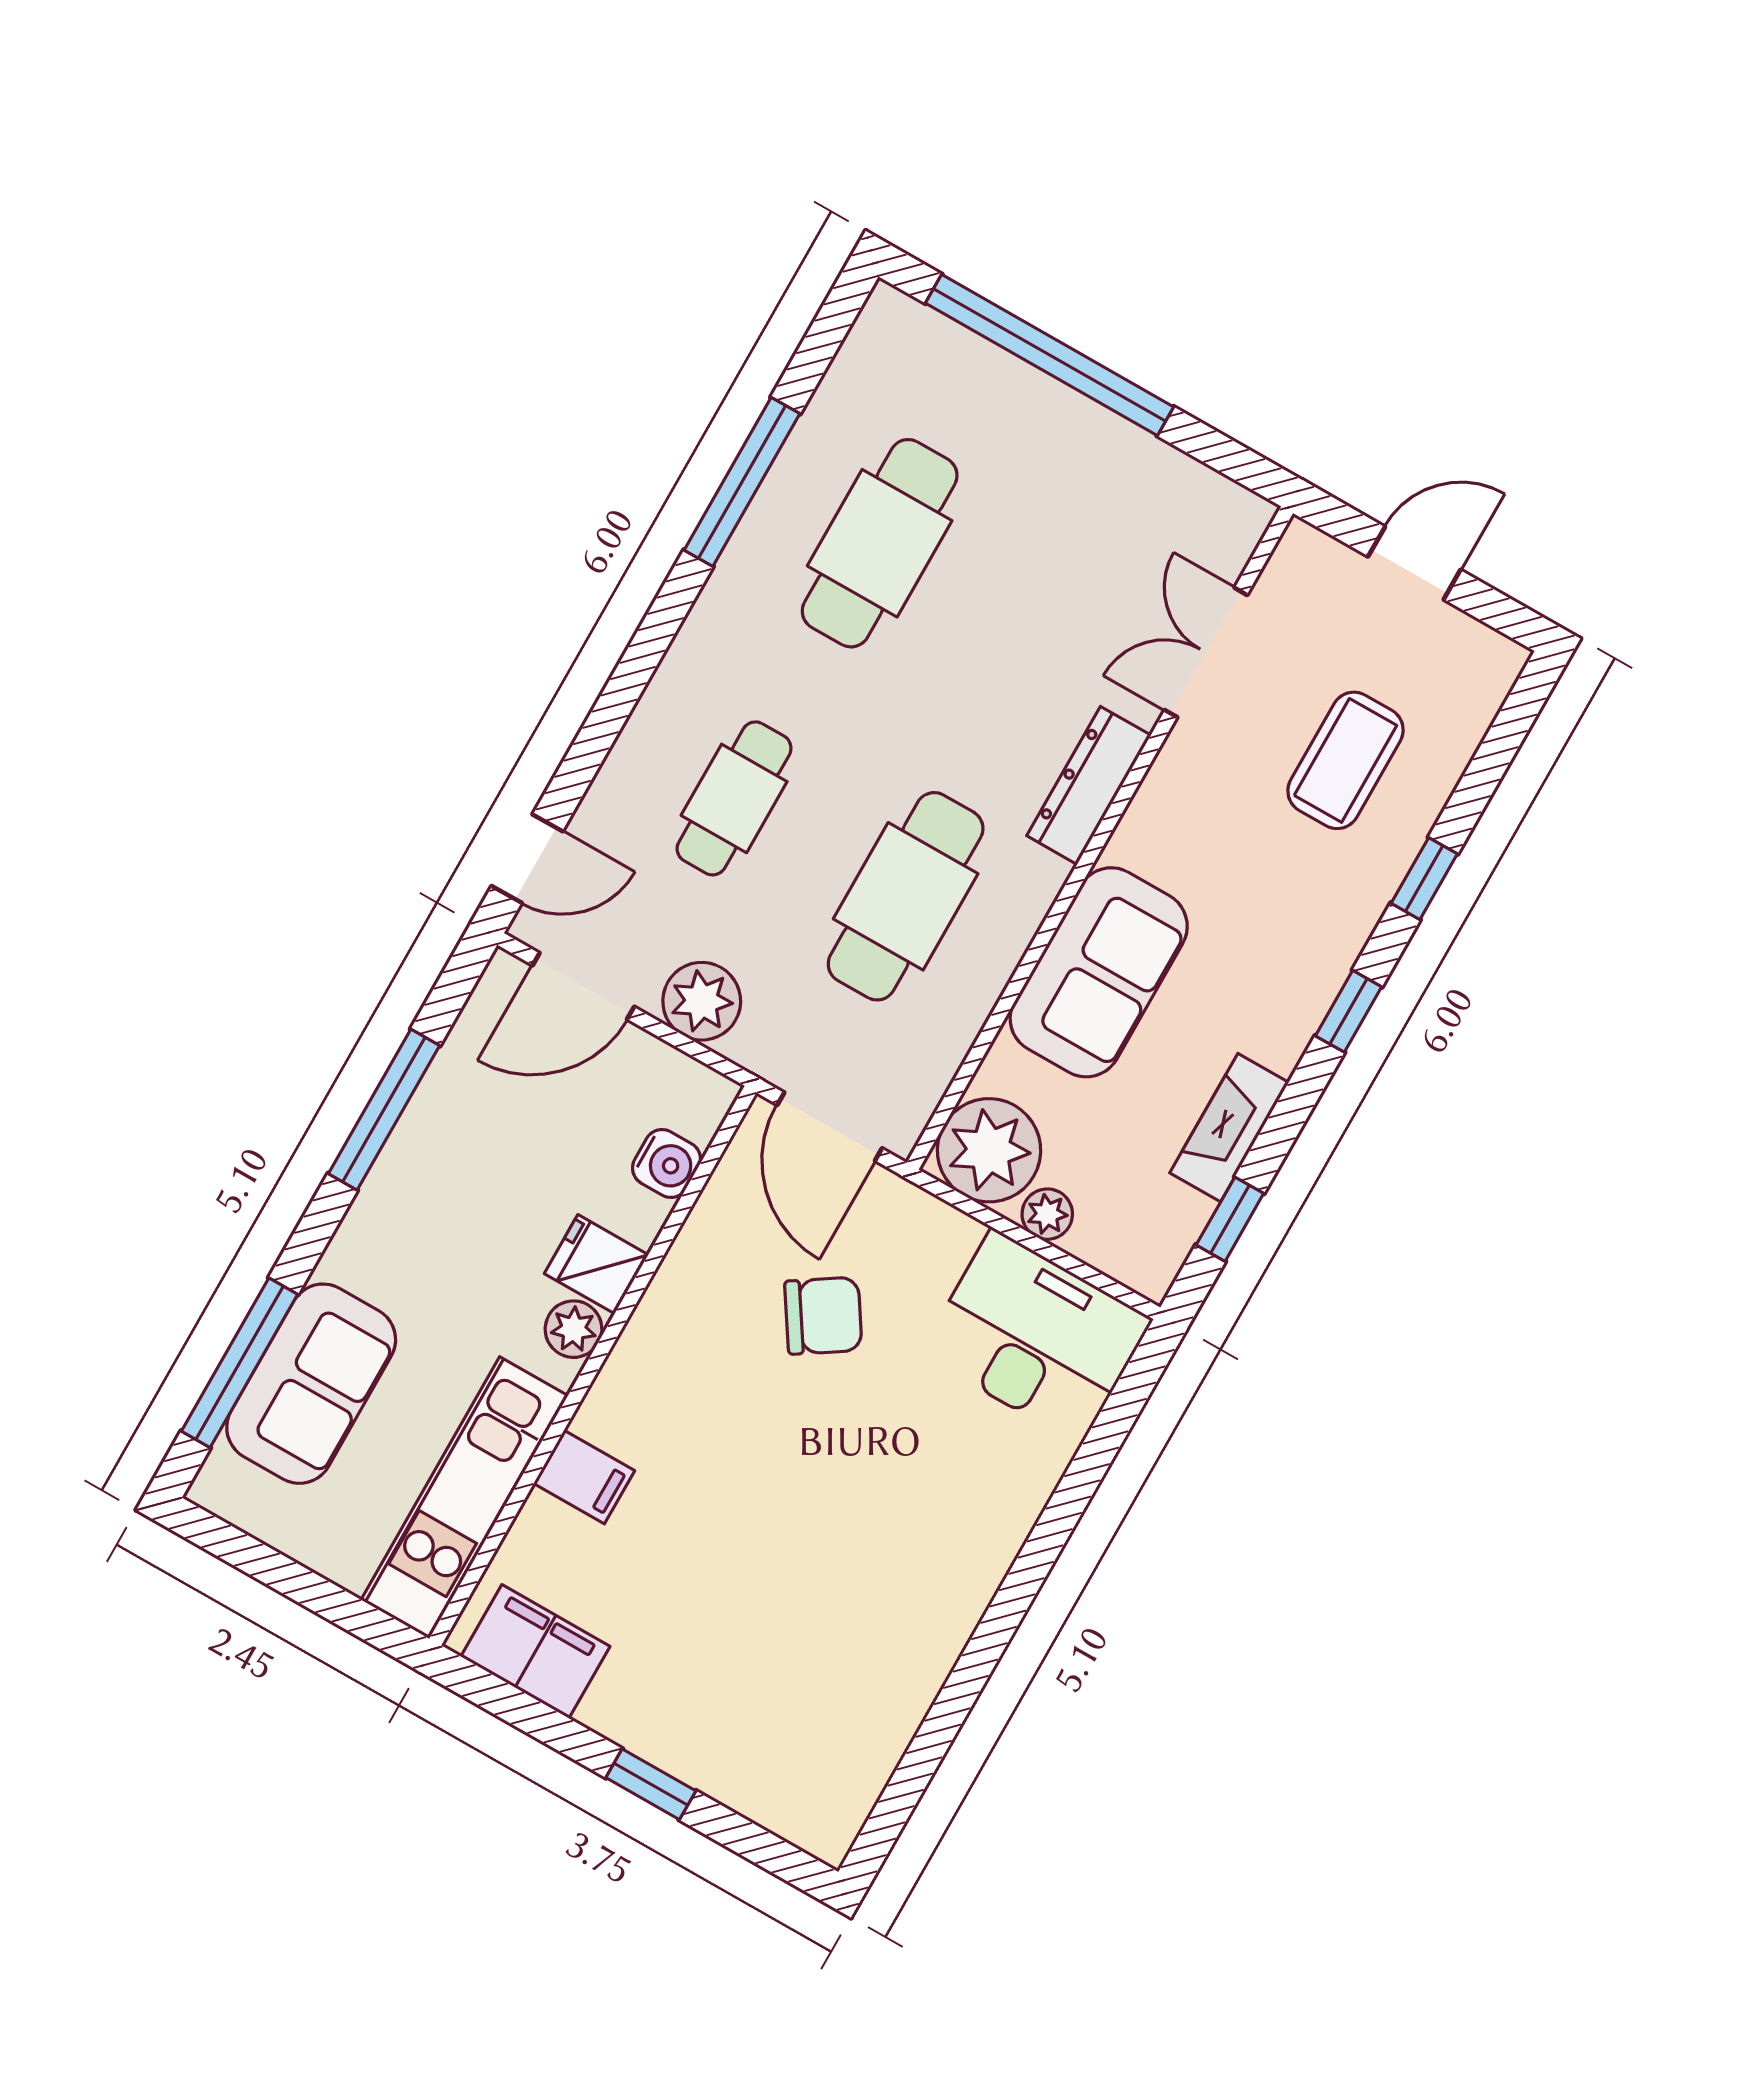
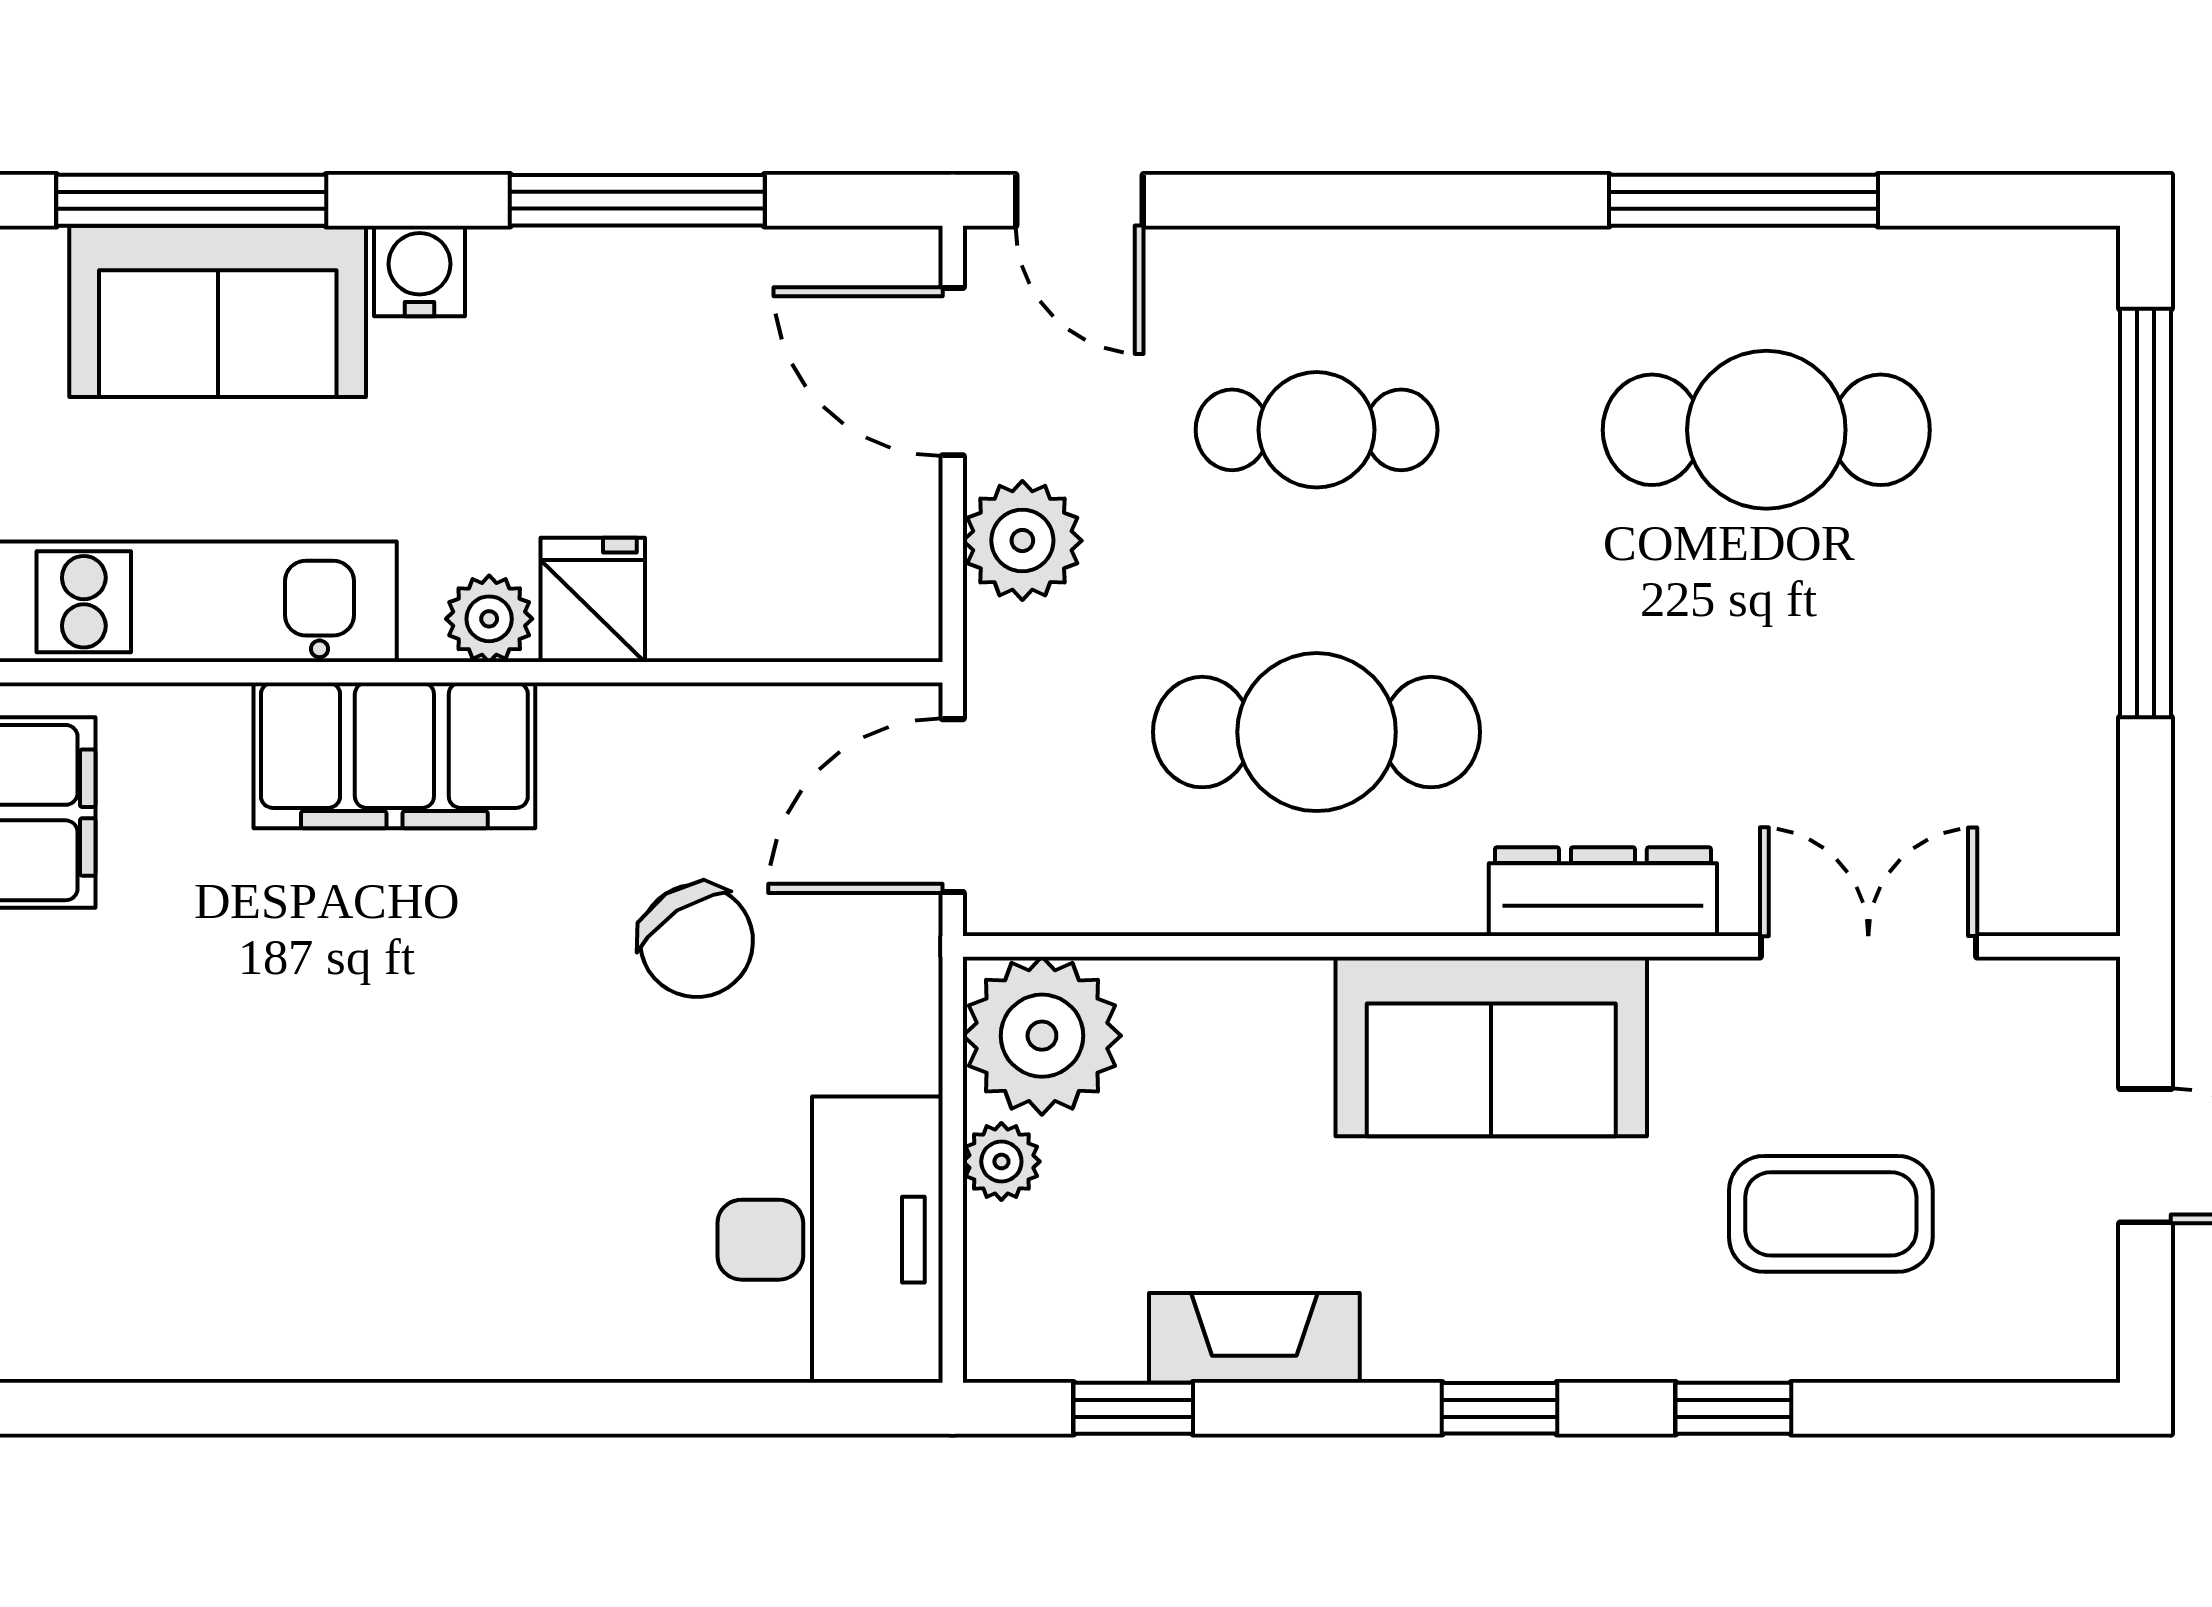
sofa: (1099, 972) -> (1491, 1046), moved
water cooler: (666, 1163) -> (419, 271), moved, turned 180
filing cabinet: (584, 1477) -> (394, 755), width x3.00, depth x1.17

